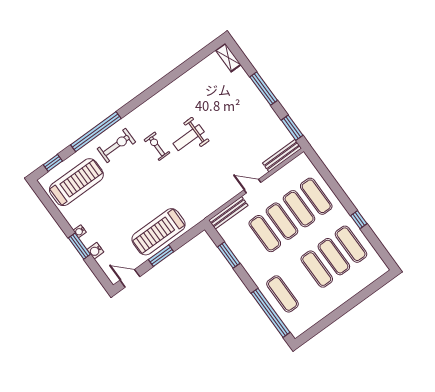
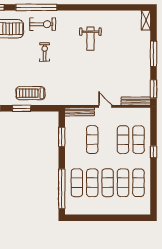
weight bench: (189, 138) -> (90, 39), moved, turned -90
exercise bike: (157, 146) -> (45, 52), moved
window: (359, 220) -> (154, 152), moved
exercise mat: (282, 221) -> (92, 183), moved
treadmill: (159, 232) -> (30, 93), width x0.73, depth x0.73

